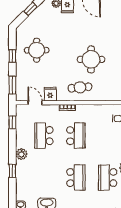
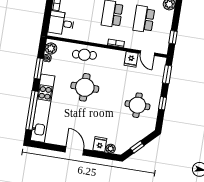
cafe table: (80, 87) -> (84, 55), moved
school desk: (44, 136) -> (144, 19), turned 180

